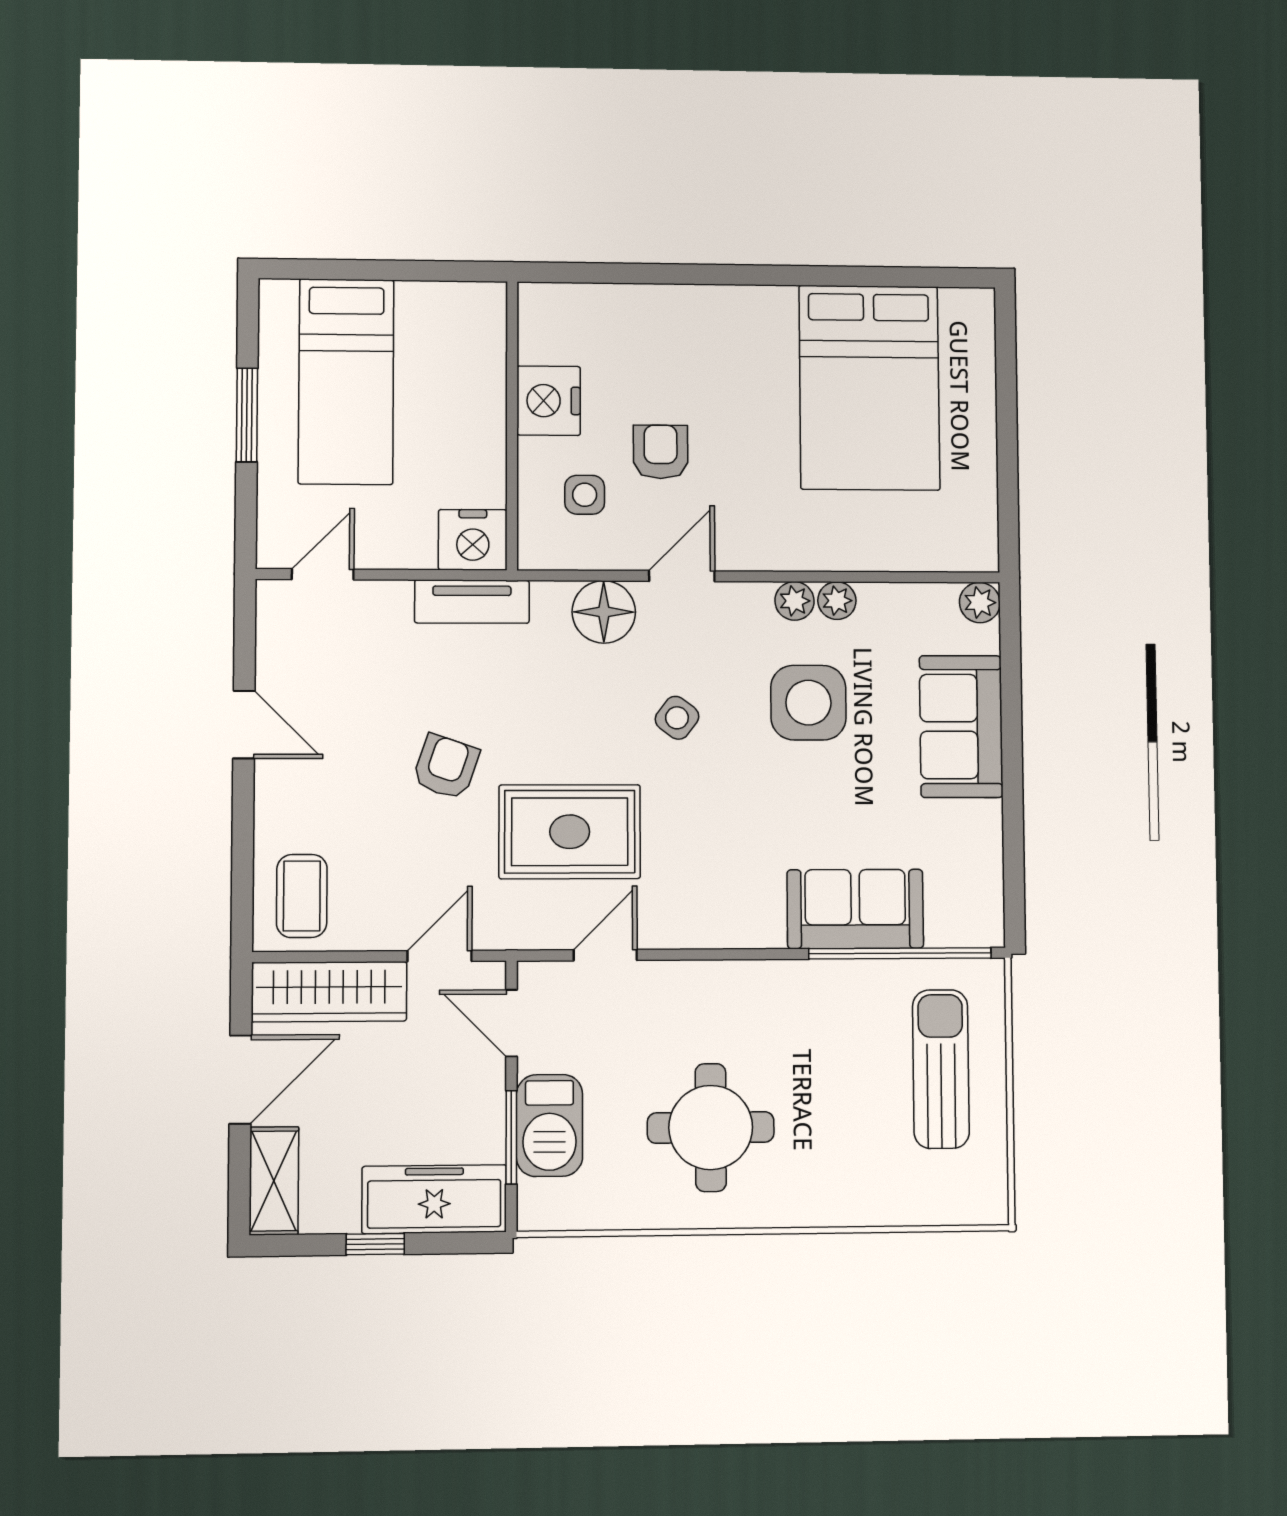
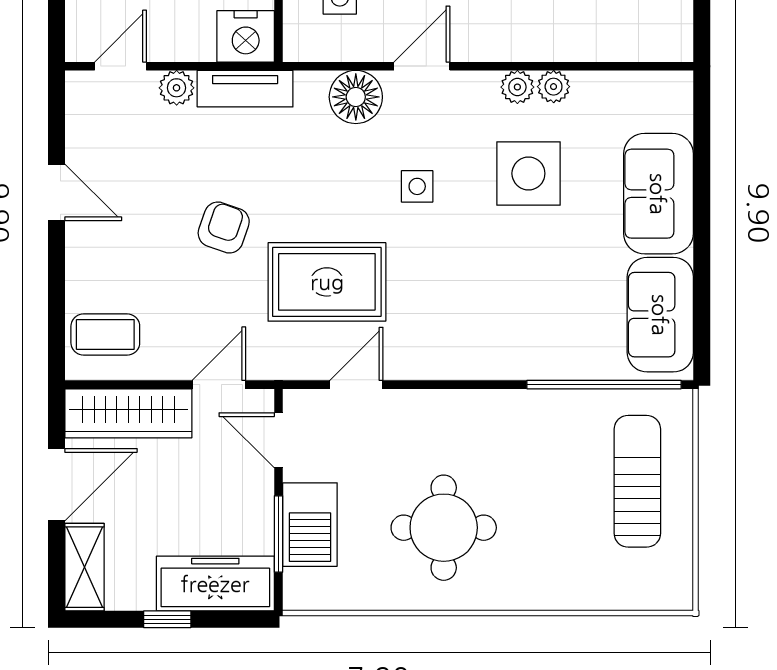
plant: (980, 603) -> (177, 88), moved
side table: (677, 718) -> (417, 186), turned -37
coffee table: (302, 896) -> (105, 335), turned 90
sofa: (855, 909) -> (660, 315), moved, turned -90

